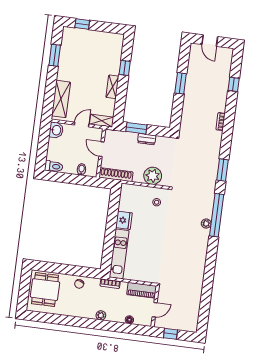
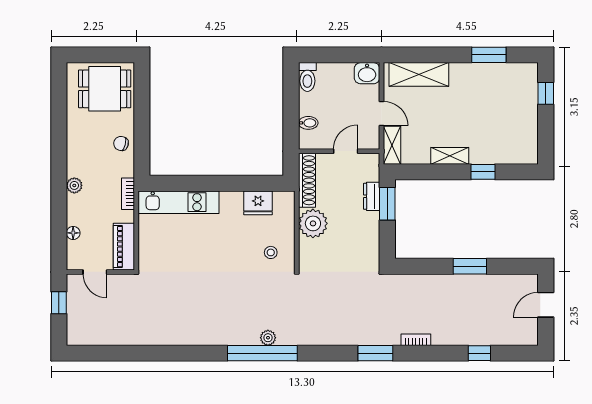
dresser: (147, 139) -> (372, 196), moved
window: (222, 170) -> (375, 353), moved
plant: (153, 176) -> (313, 223), moved
fridge: (124, 220) -> (258, 203), moved
plant: (206, 224) -> (268, 338), moved

